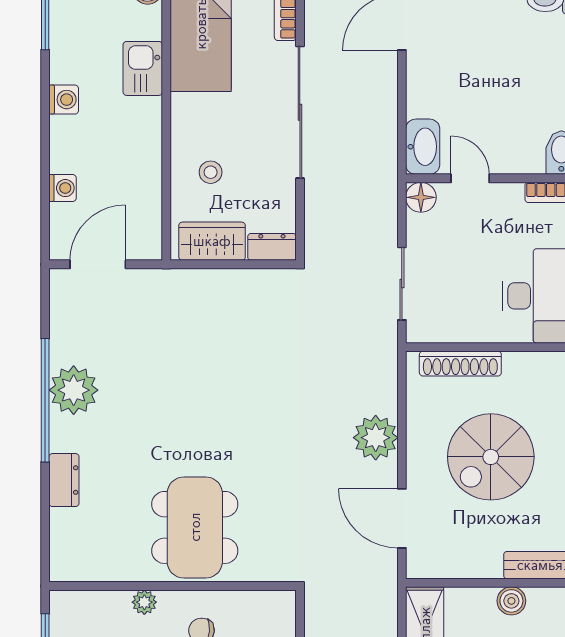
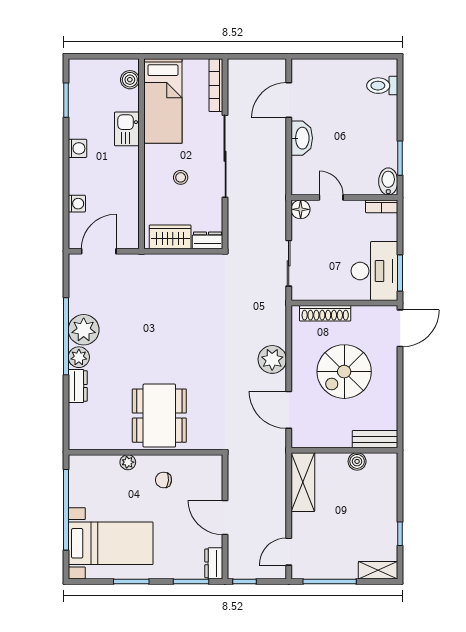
washbasin: (423, 147) -> (302, 138), moved
stool: (211, 172) -> (181, 177), moved
plant: (66, 434) -> (79, 357), added

